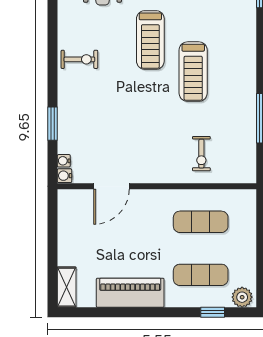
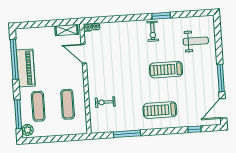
treadmill: (193, 72) -> (160, 110), moved
window: (53, 124) -> (161, 16), moved
shelving: (67, 287) -> (67, 30), moved
window: (113, 312) -> (14, 59), added
window: (213, 312) -> (18, 114), width x2.17

